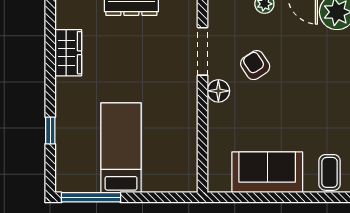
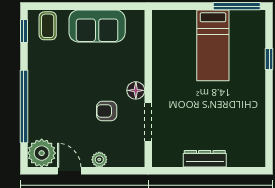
wardrobe: (68, 53) -> (255, 121), removed
armchair: (255, 65) -> (107, 111), turned 123

